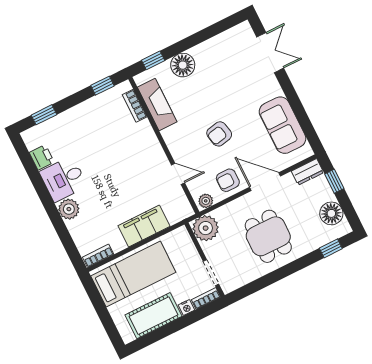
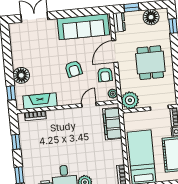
window: (102, 86) -> (16, 142), moved
sofa: (283, 125) -> (83, 27), width x1.36
filing cabinet: (144, 226) -> (112, 124), moved
dining table: (268, 236) -> (150, 63), turned 90

